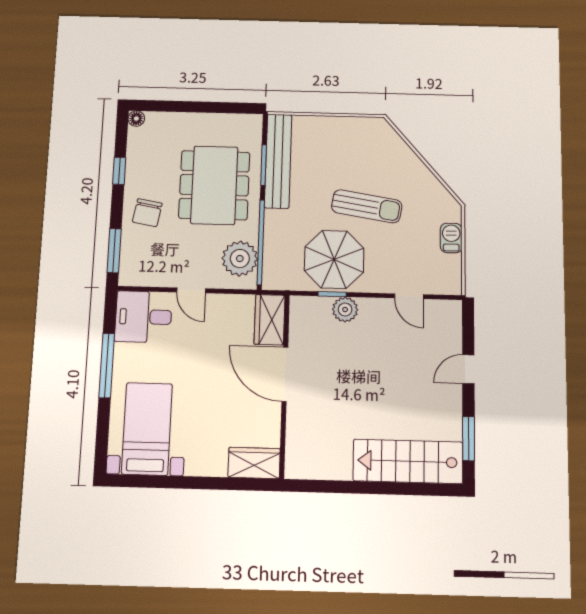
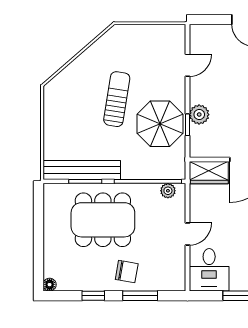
barbecue: (451, 238) -> (141, 33), removed
window: (114, 251) -> (140, 296), moved
plant: (240, 259) -> (168, 191), width x0.53, depth x0.53

